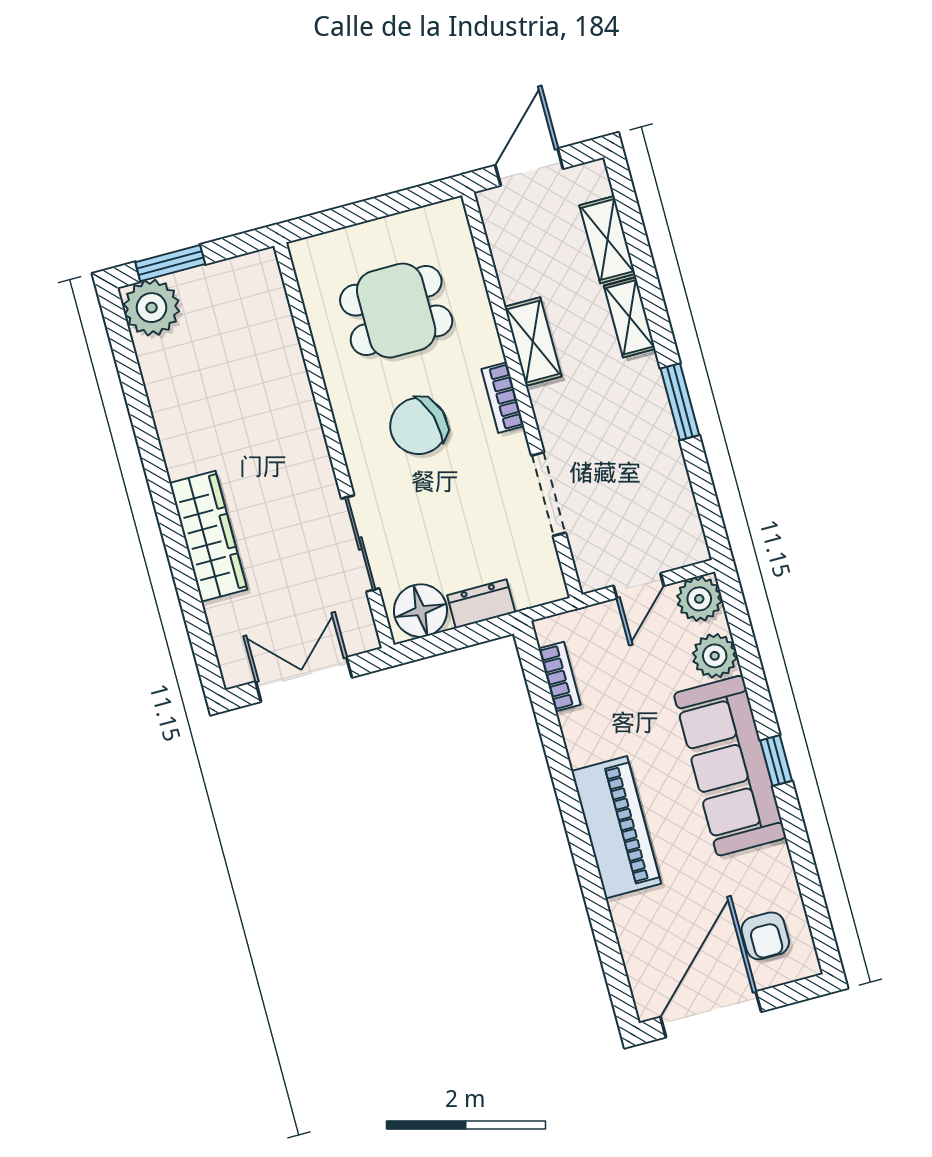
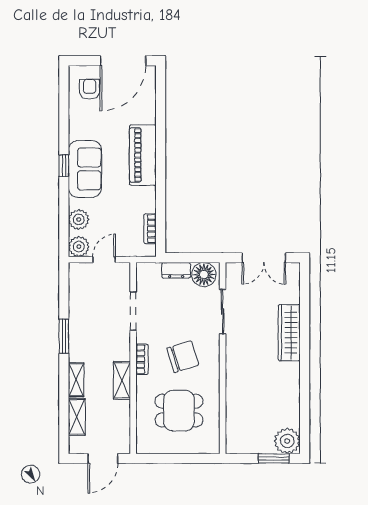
sofa: (730, 766) -> (85, 169), width x0.73

